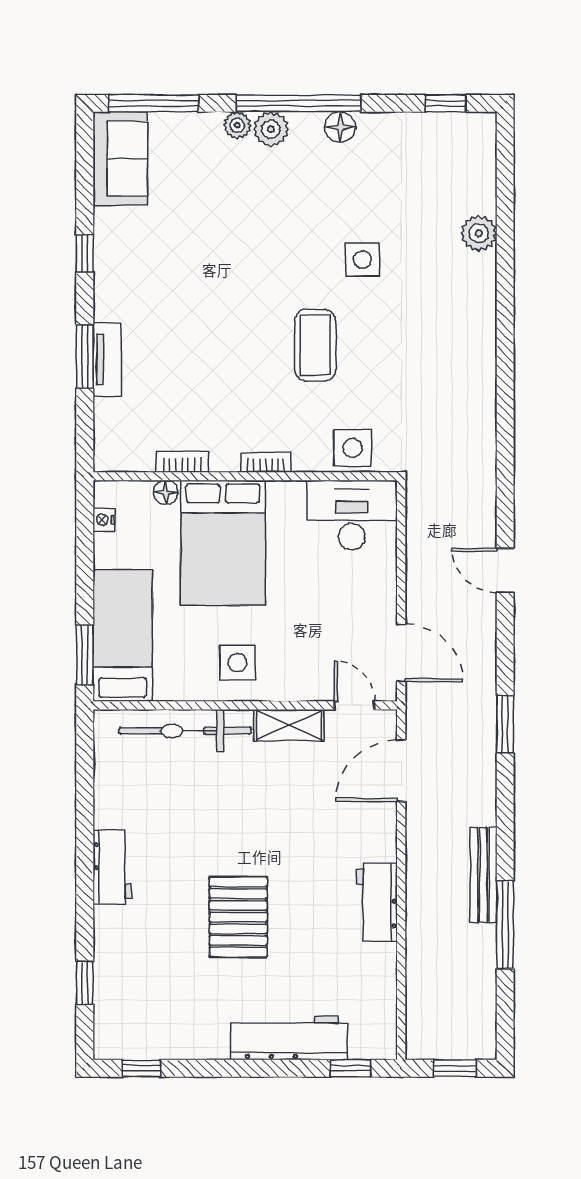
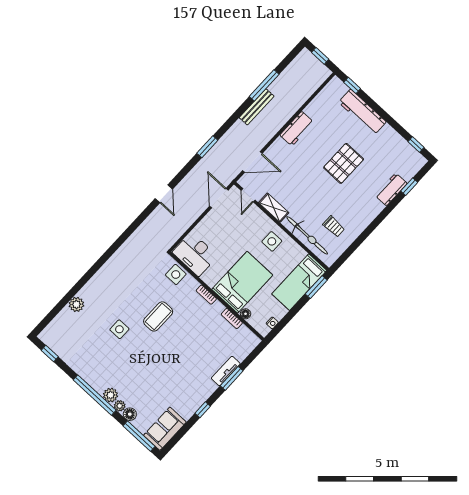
floor lamp: (340, 127) -> (130, 414), moved
trolley: (153, 790) -> (334, 226), added
workbench: (112, 867) -> (391, 189), moved

